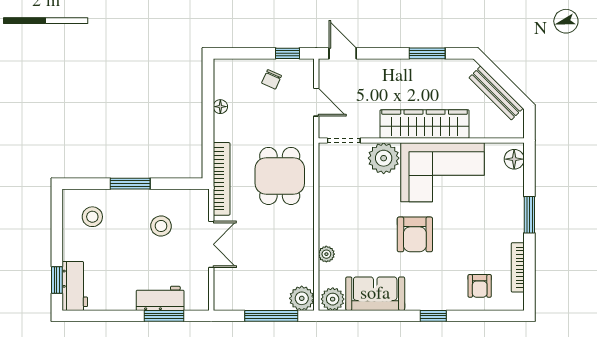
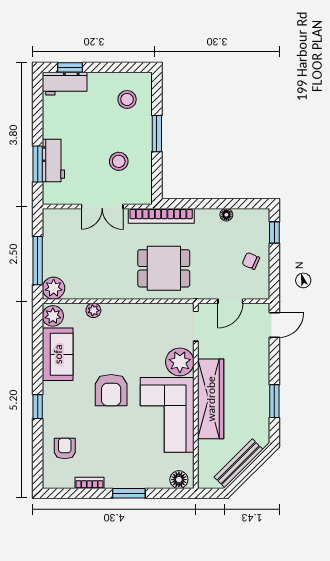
window: (287, 53) -> (274, 233), moved
armchair: (415, 234) -> (111, 390), turned -90
bookcase: (518, 267) -> (89, 483), width x0.64
armchair: (480, 286) -> (65, 448), turned 90

